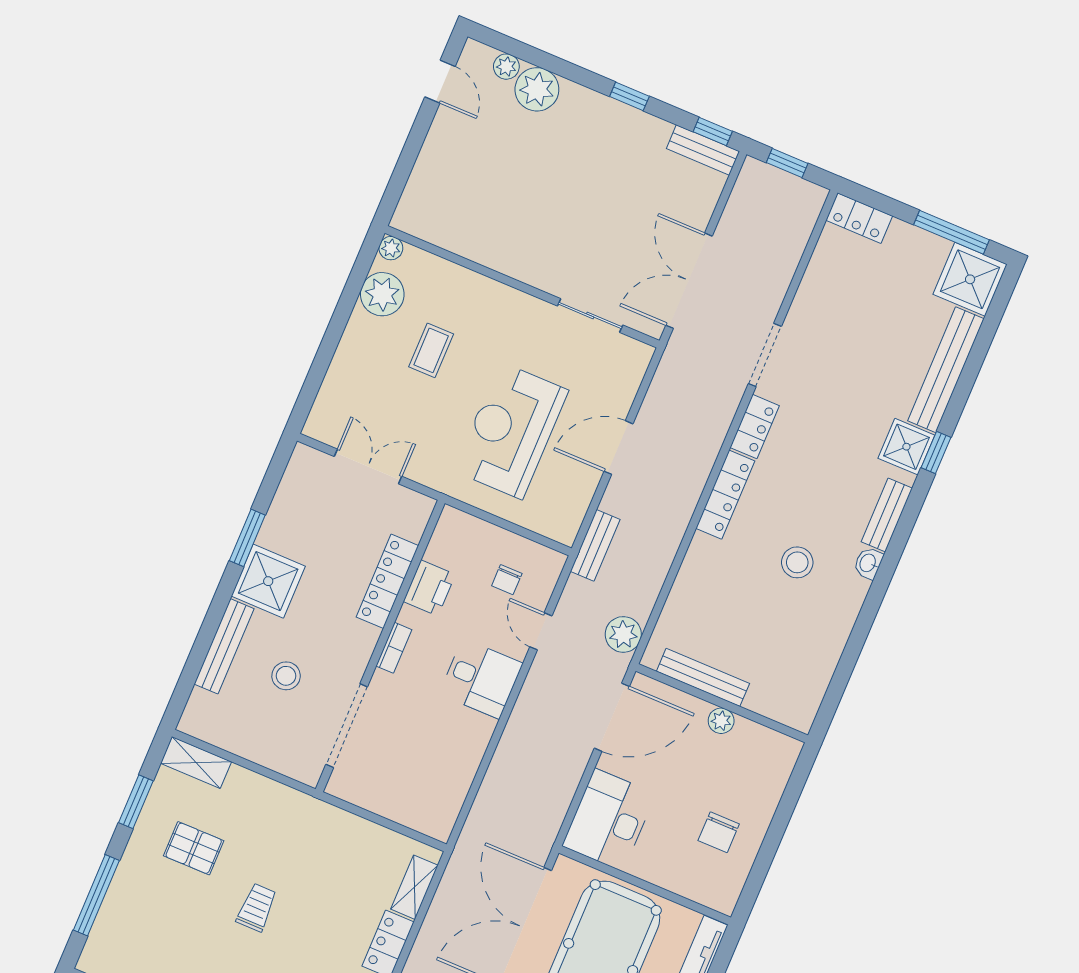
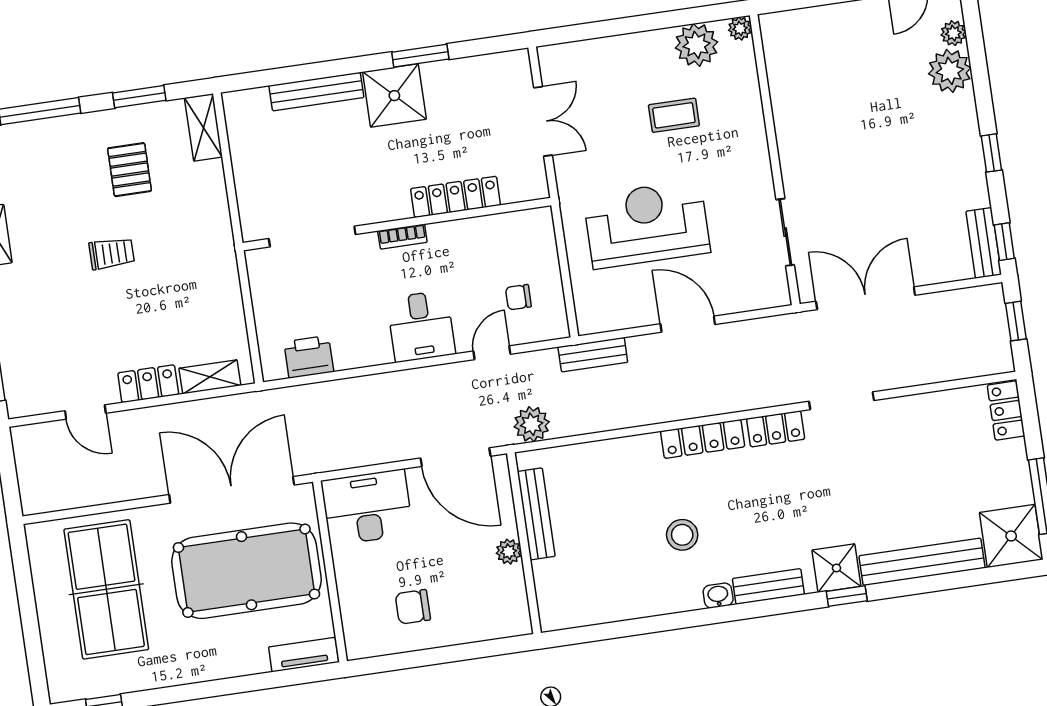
printer: (429, 588) -> (309, 357), moved, turned 180
stool: (286, 676) -> (323, 159), removed

